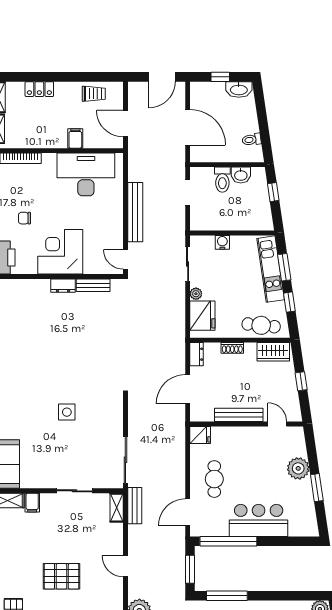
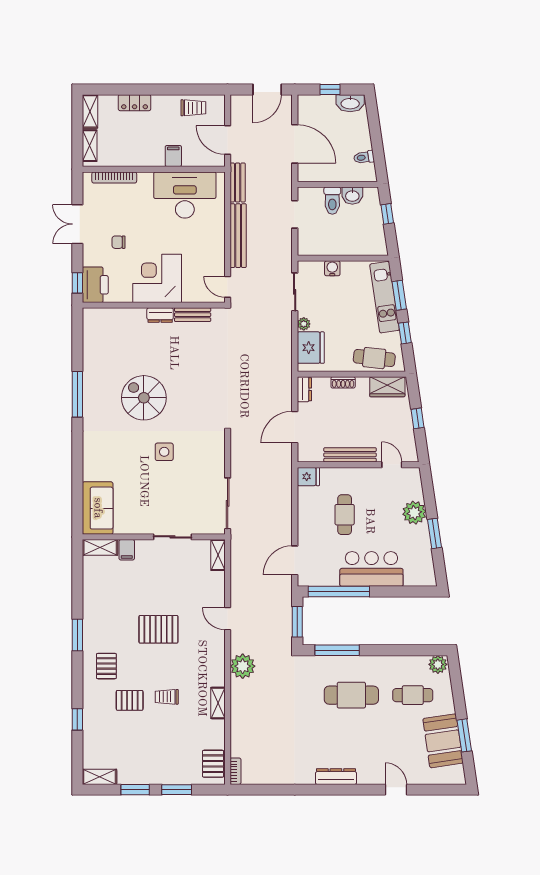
spiral stairs: (48, 362) -> (144, 398), added
cafe table: (214, 479) -> (345, 515), moved
bench: (135, 506) -> (238, 182), moved

